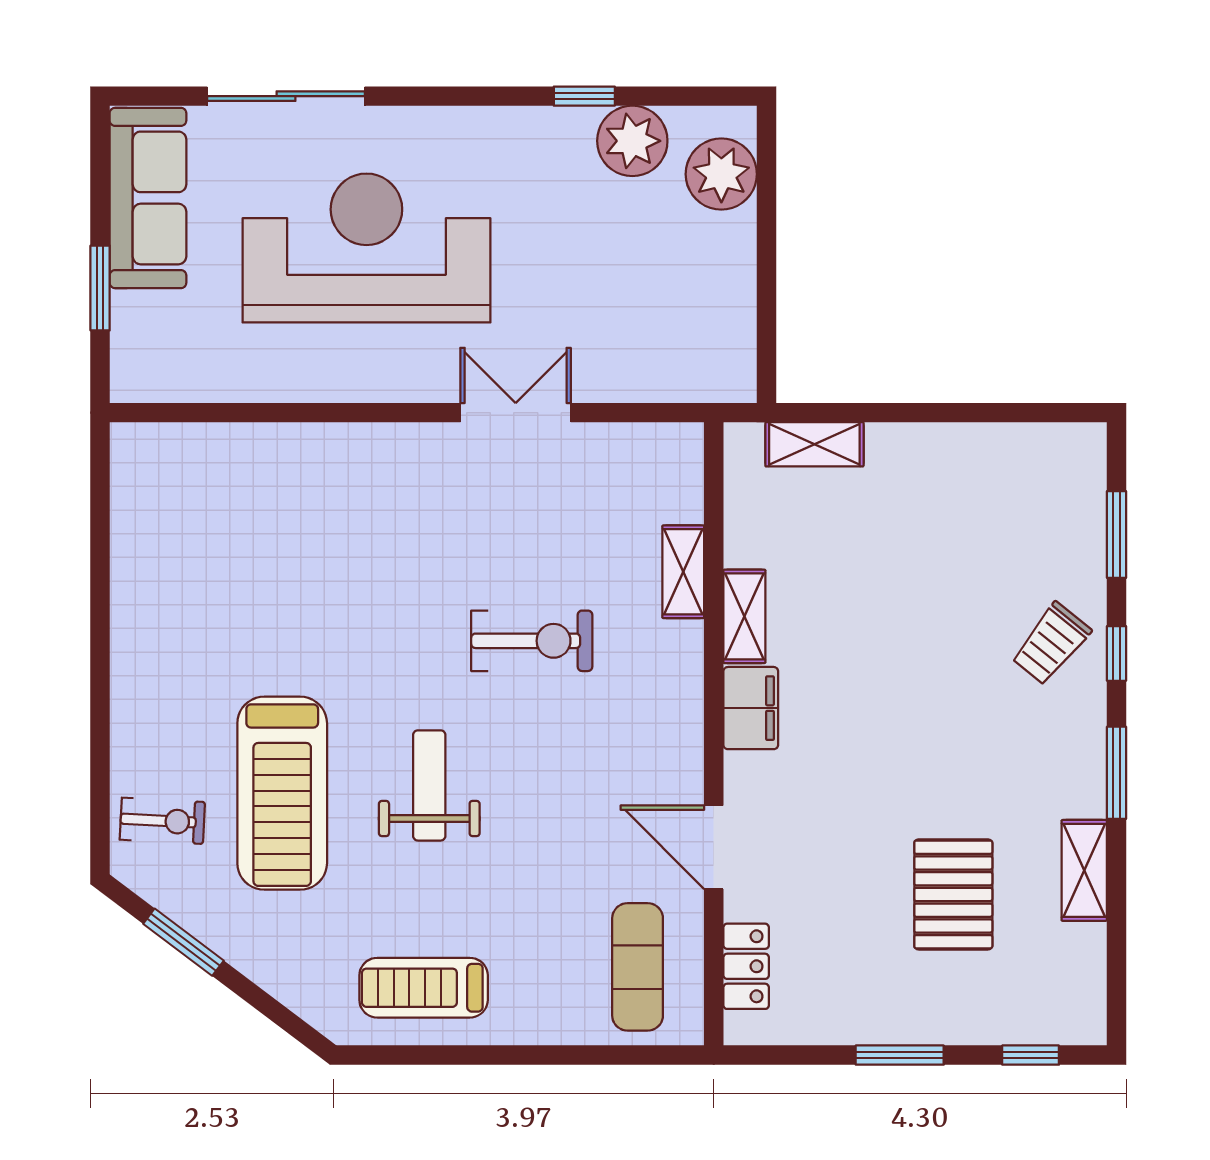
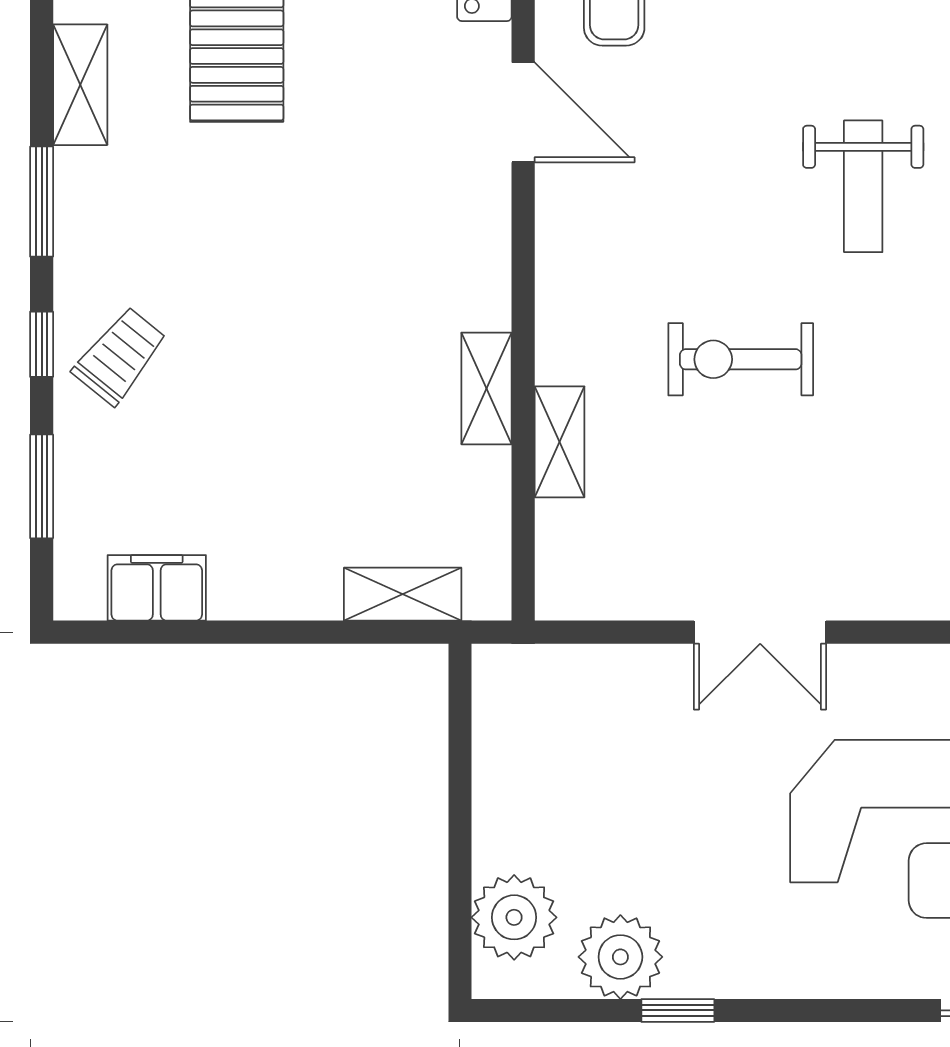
filing cabinet: (751, 708) -> (157, 588), moved, turned 90

